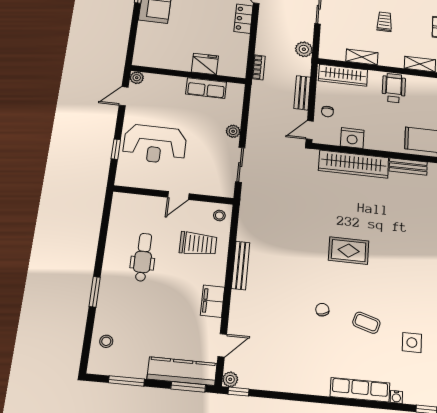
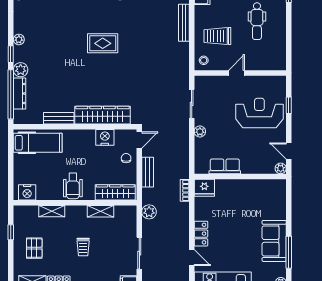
fridge: (205, 64) -> (204, 188), moved
door: (124, 96) -> (289, 151), swing flipped

